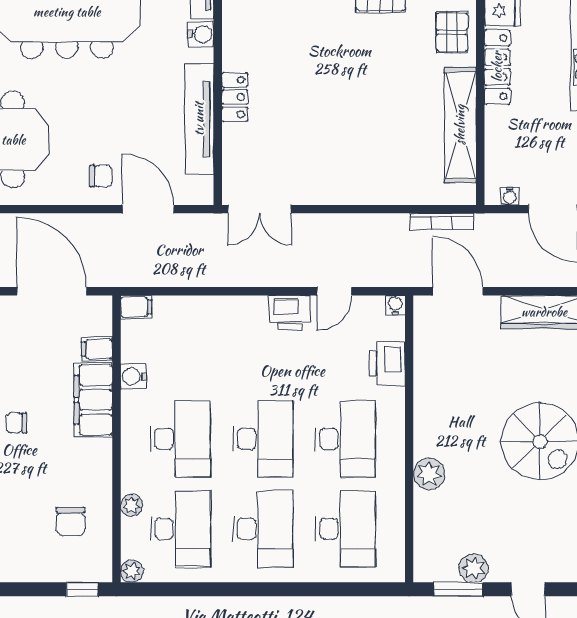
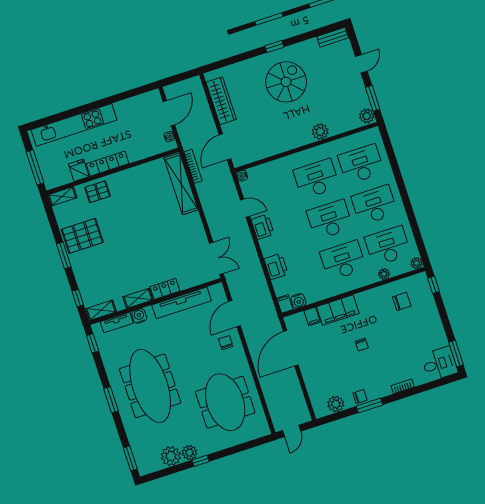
shelving: (234, 43) -> (138, 298), added
shelving: (460, 125) -> (181, 184), moved, turned 90
printer: (387, 364) -> (276, 266), moved, turned -90
water cooler: (133, 376) -> (298, 301), moved
plant: (474, 568) -> (367, 116), moved

